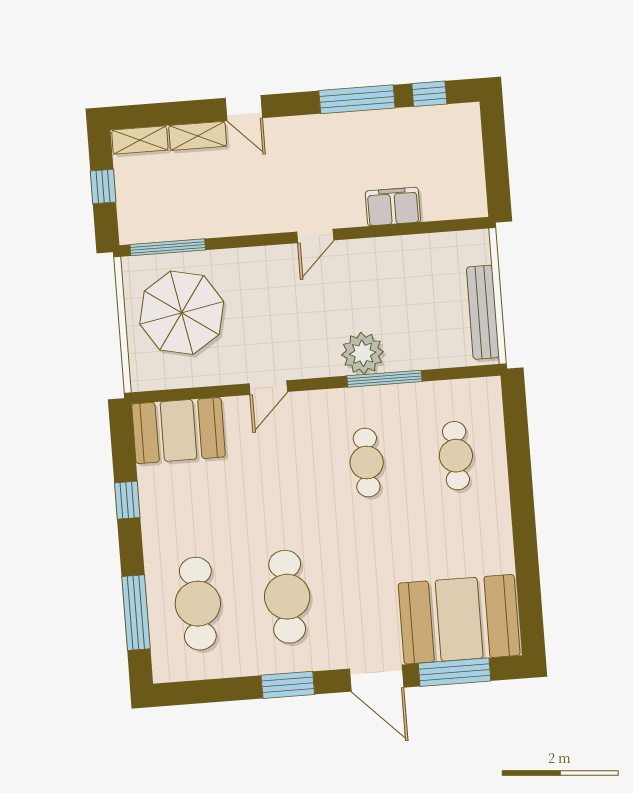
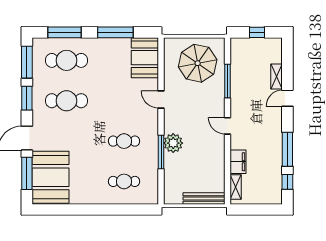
shelving: (140, 140) -> (236, 187), moved
window: (168, 247) -> (227, 81), moved
bench: (483, 312) -> (204, 198), moved
window: (127, 500) -> (115, 32), width x2.17
window: (208, 691) -> (27, 62), added

